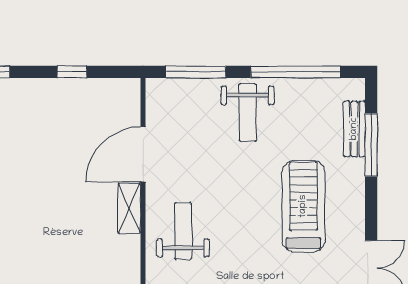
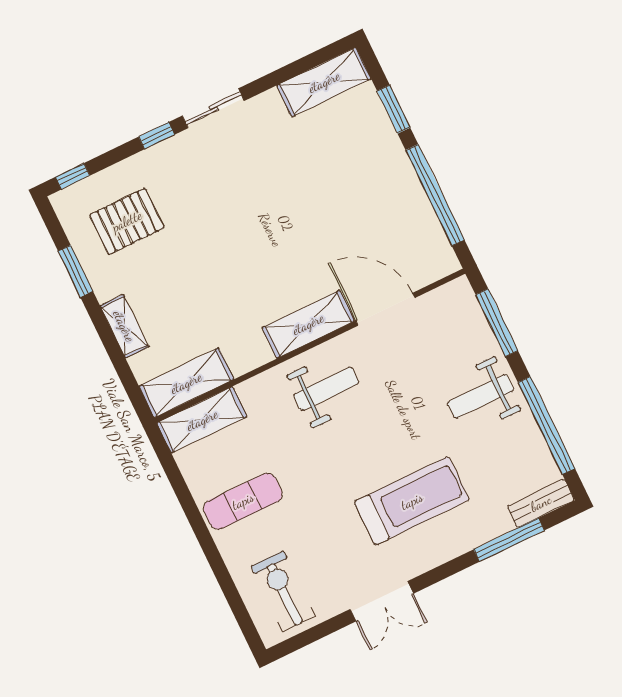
window: (72, 72) -> (435, 195), width x3.17
bench: (354, 129) -> (541, 503), moved
shelving: (129, 208) -> (308, 324), width x1.50, depth x1.33

